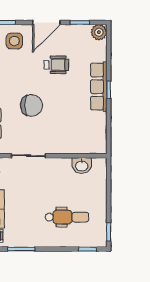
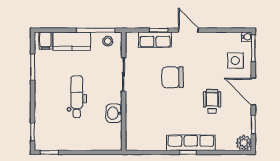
wheelchair: (56, 65) -> (212, 101), turned 180
chair: (31, 105) -> (172, 77), turned 90
washbasin: (82, 166) -> (114, 113), moved
dental chair: (67, 217) -> (77, 97), moved, turned 180

